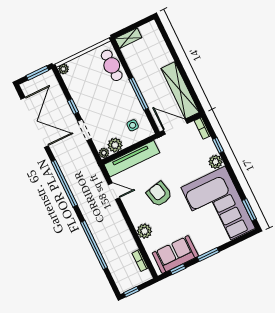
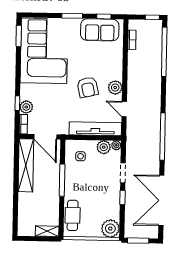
plant: (63, 69) -> (110, 229), width x1.87, depth x1.87
plant: (216, 162) -> (26, 107), moved
plant: (144, 231) -> (115, 88), moved
window: (94, 245) -> (164, 52), moved

